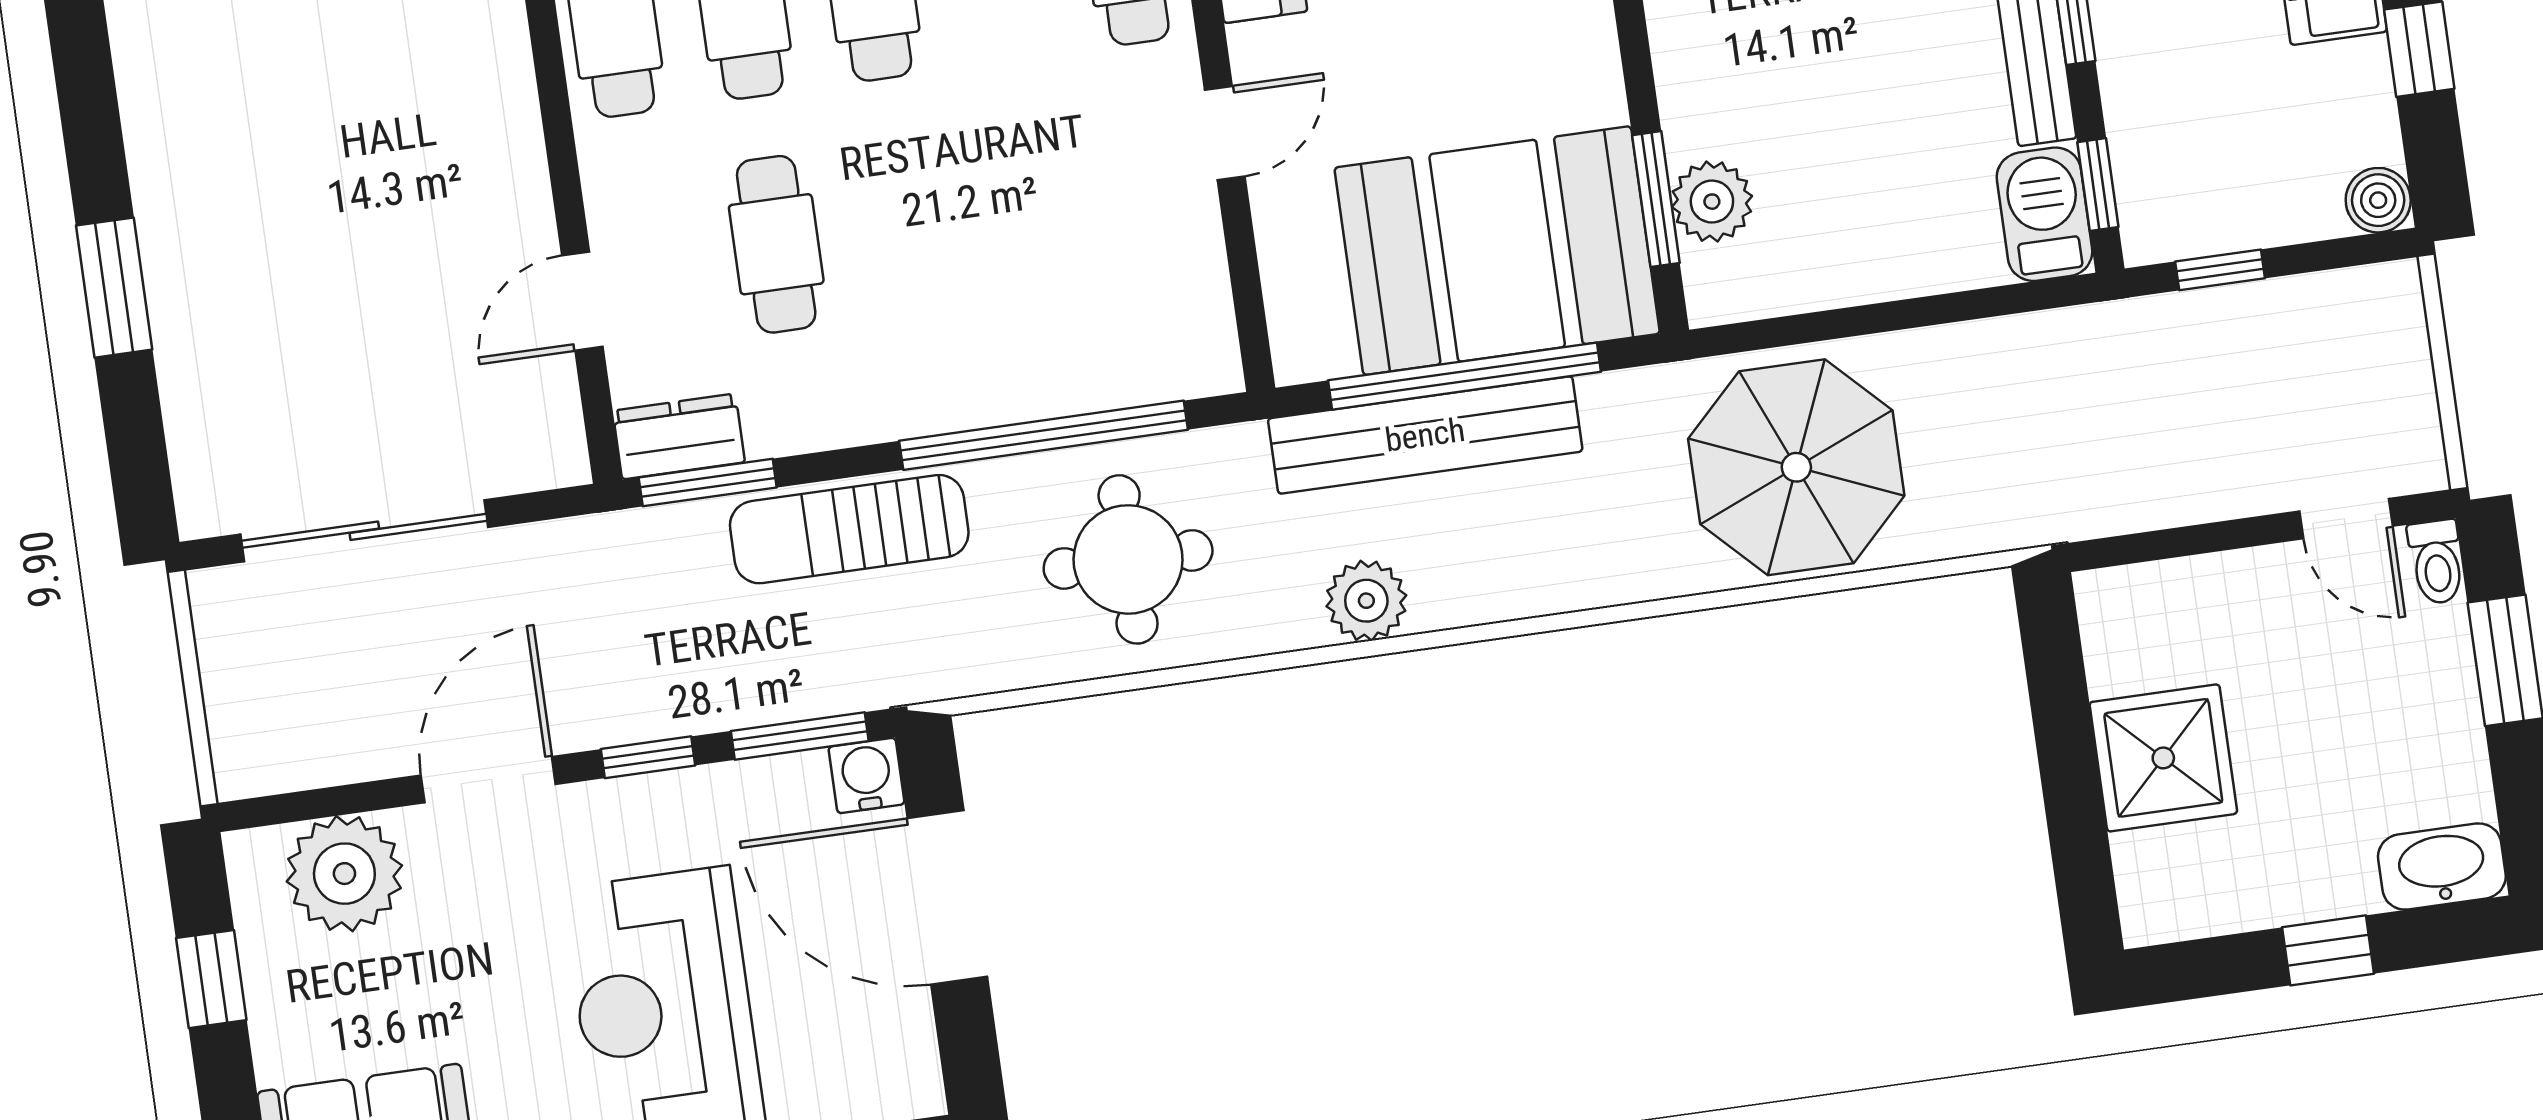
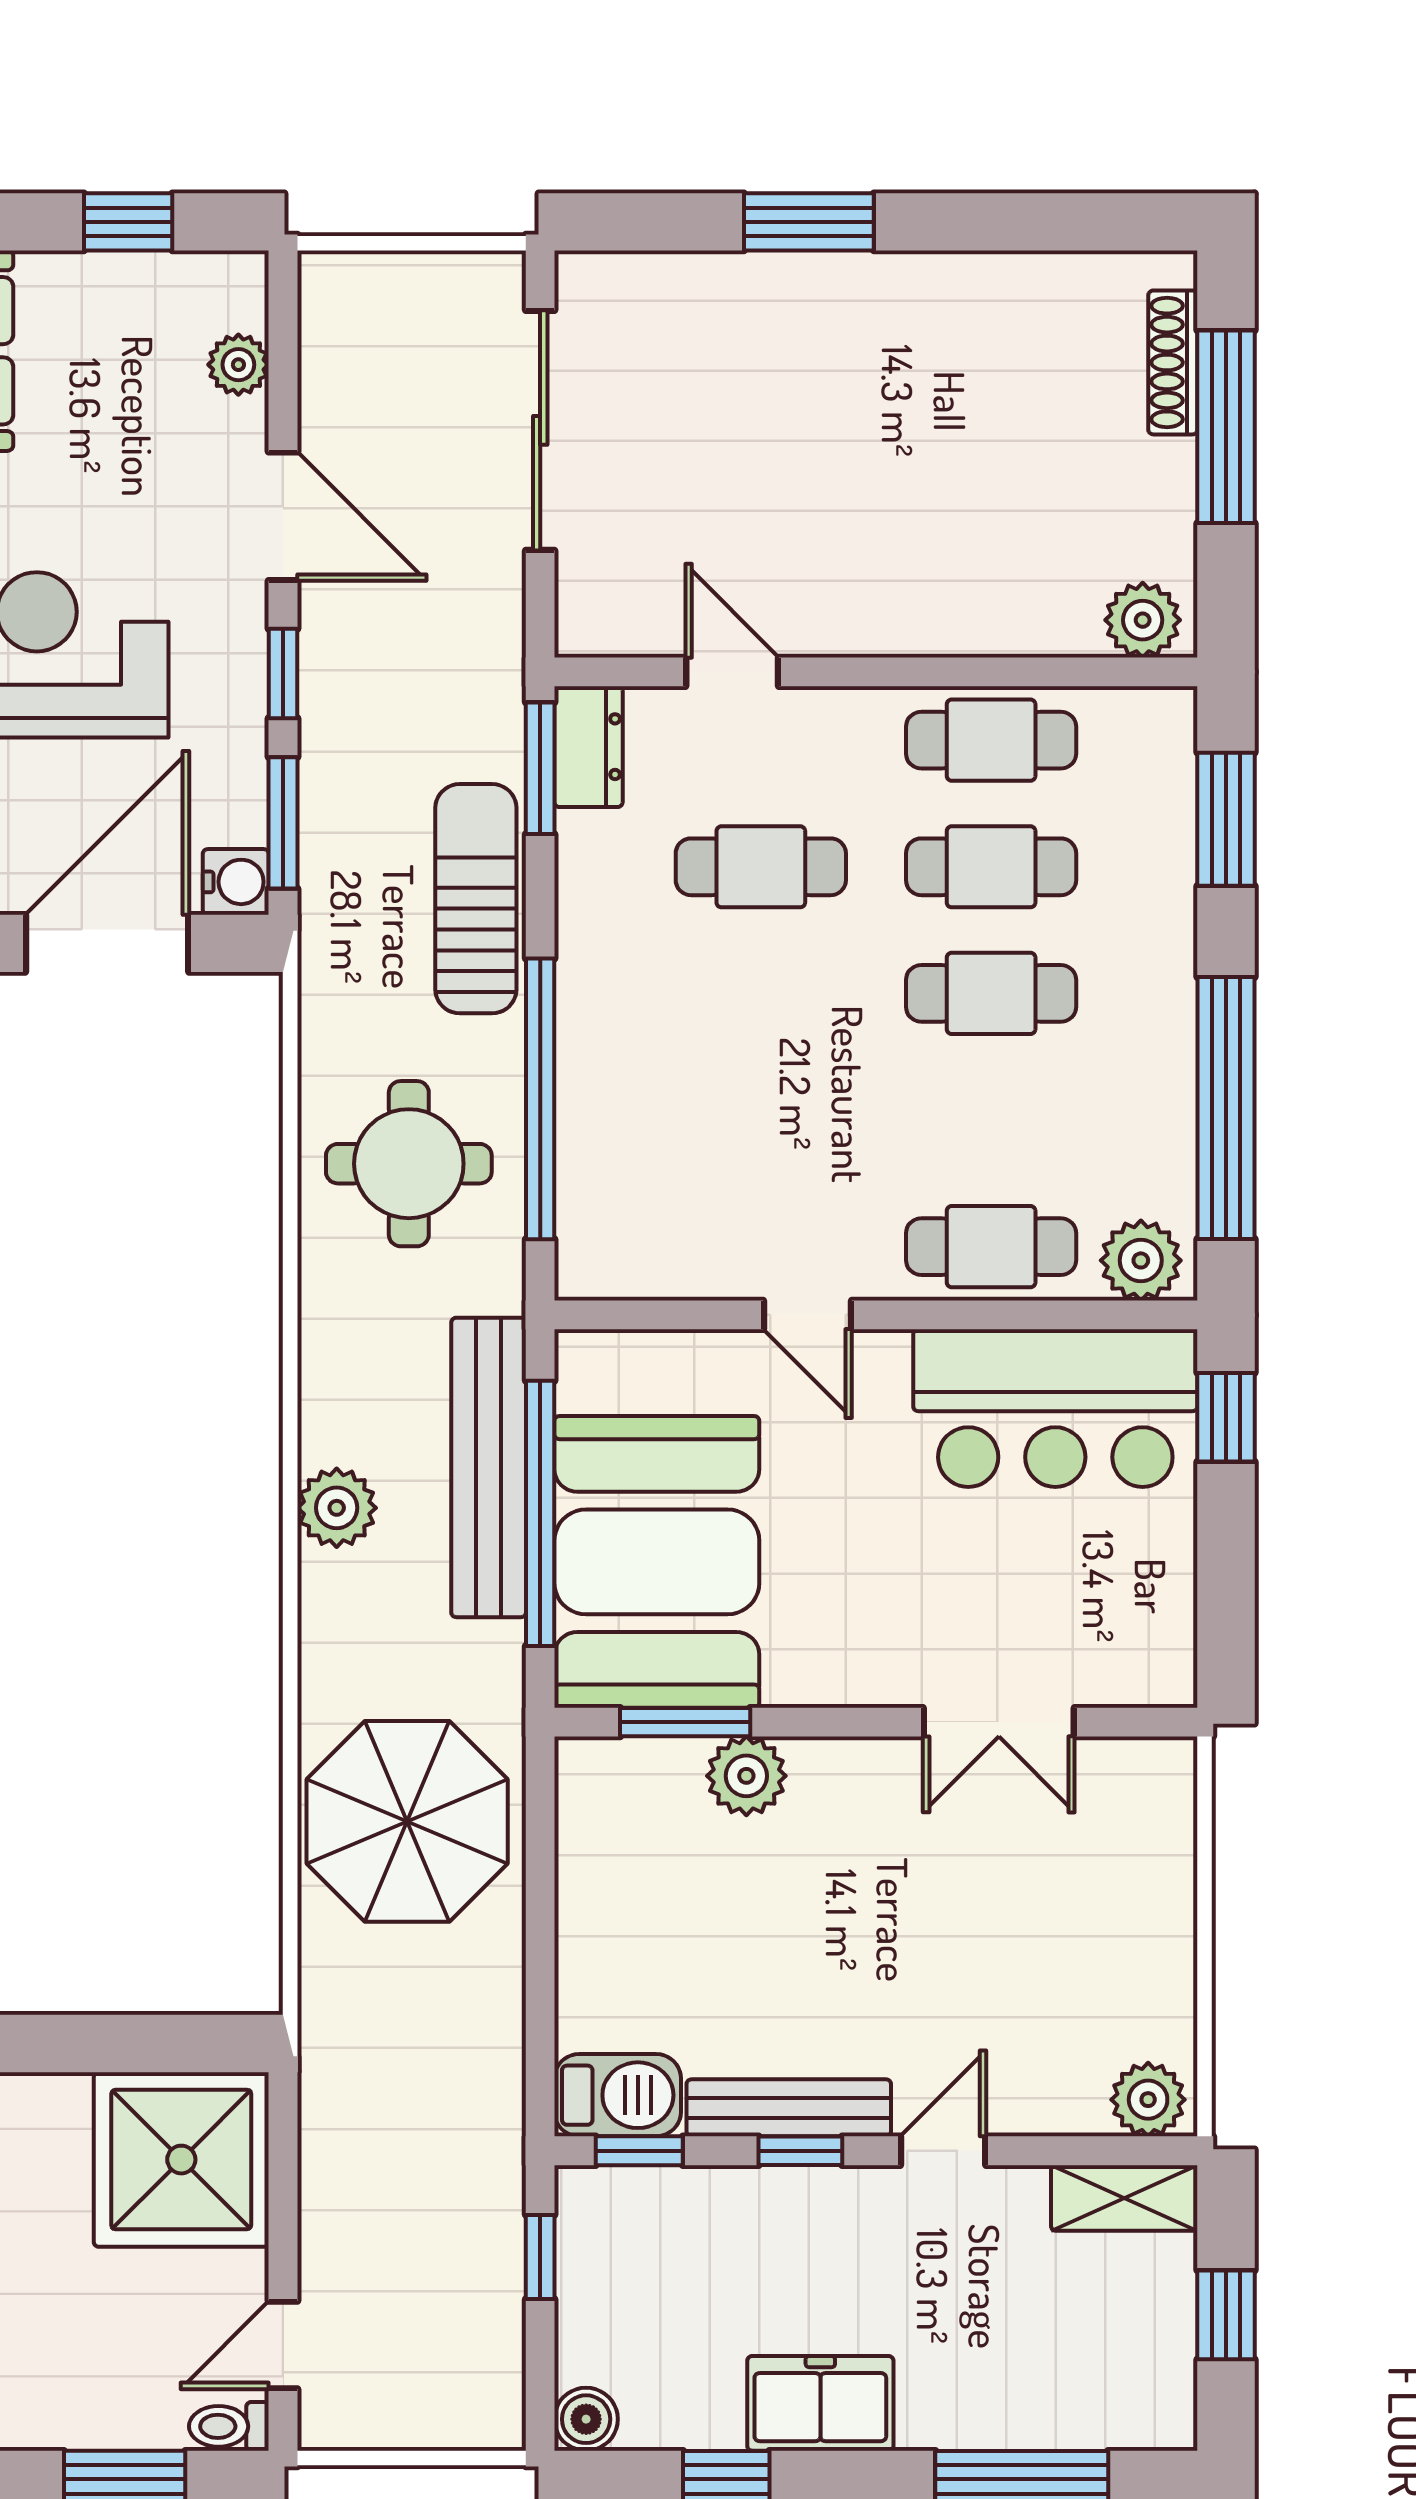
plant: (1712, 202) -> (746, 1776), moved
plant: (1366, 601) -> (337, 1508), moved
shower: (2163, 758) -> (181, 2160), moved, width x1.37, depth x1.37
plant: (344, 874) -> (238, 365), width x0.53, depth x0.53

